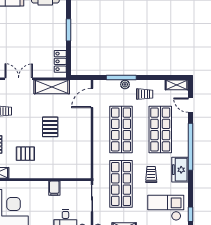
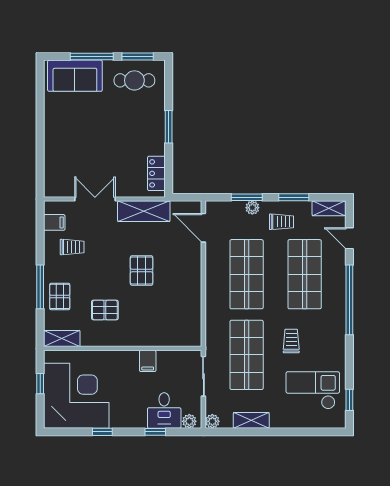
window: (121, 78) -> (247, 197), width x0.69
window: (153, 78) -> (294, 197), added
door: (92, 98) -> (203, 228), hinge flipped
freezer: (180, 170) -> (334, 334), removed

